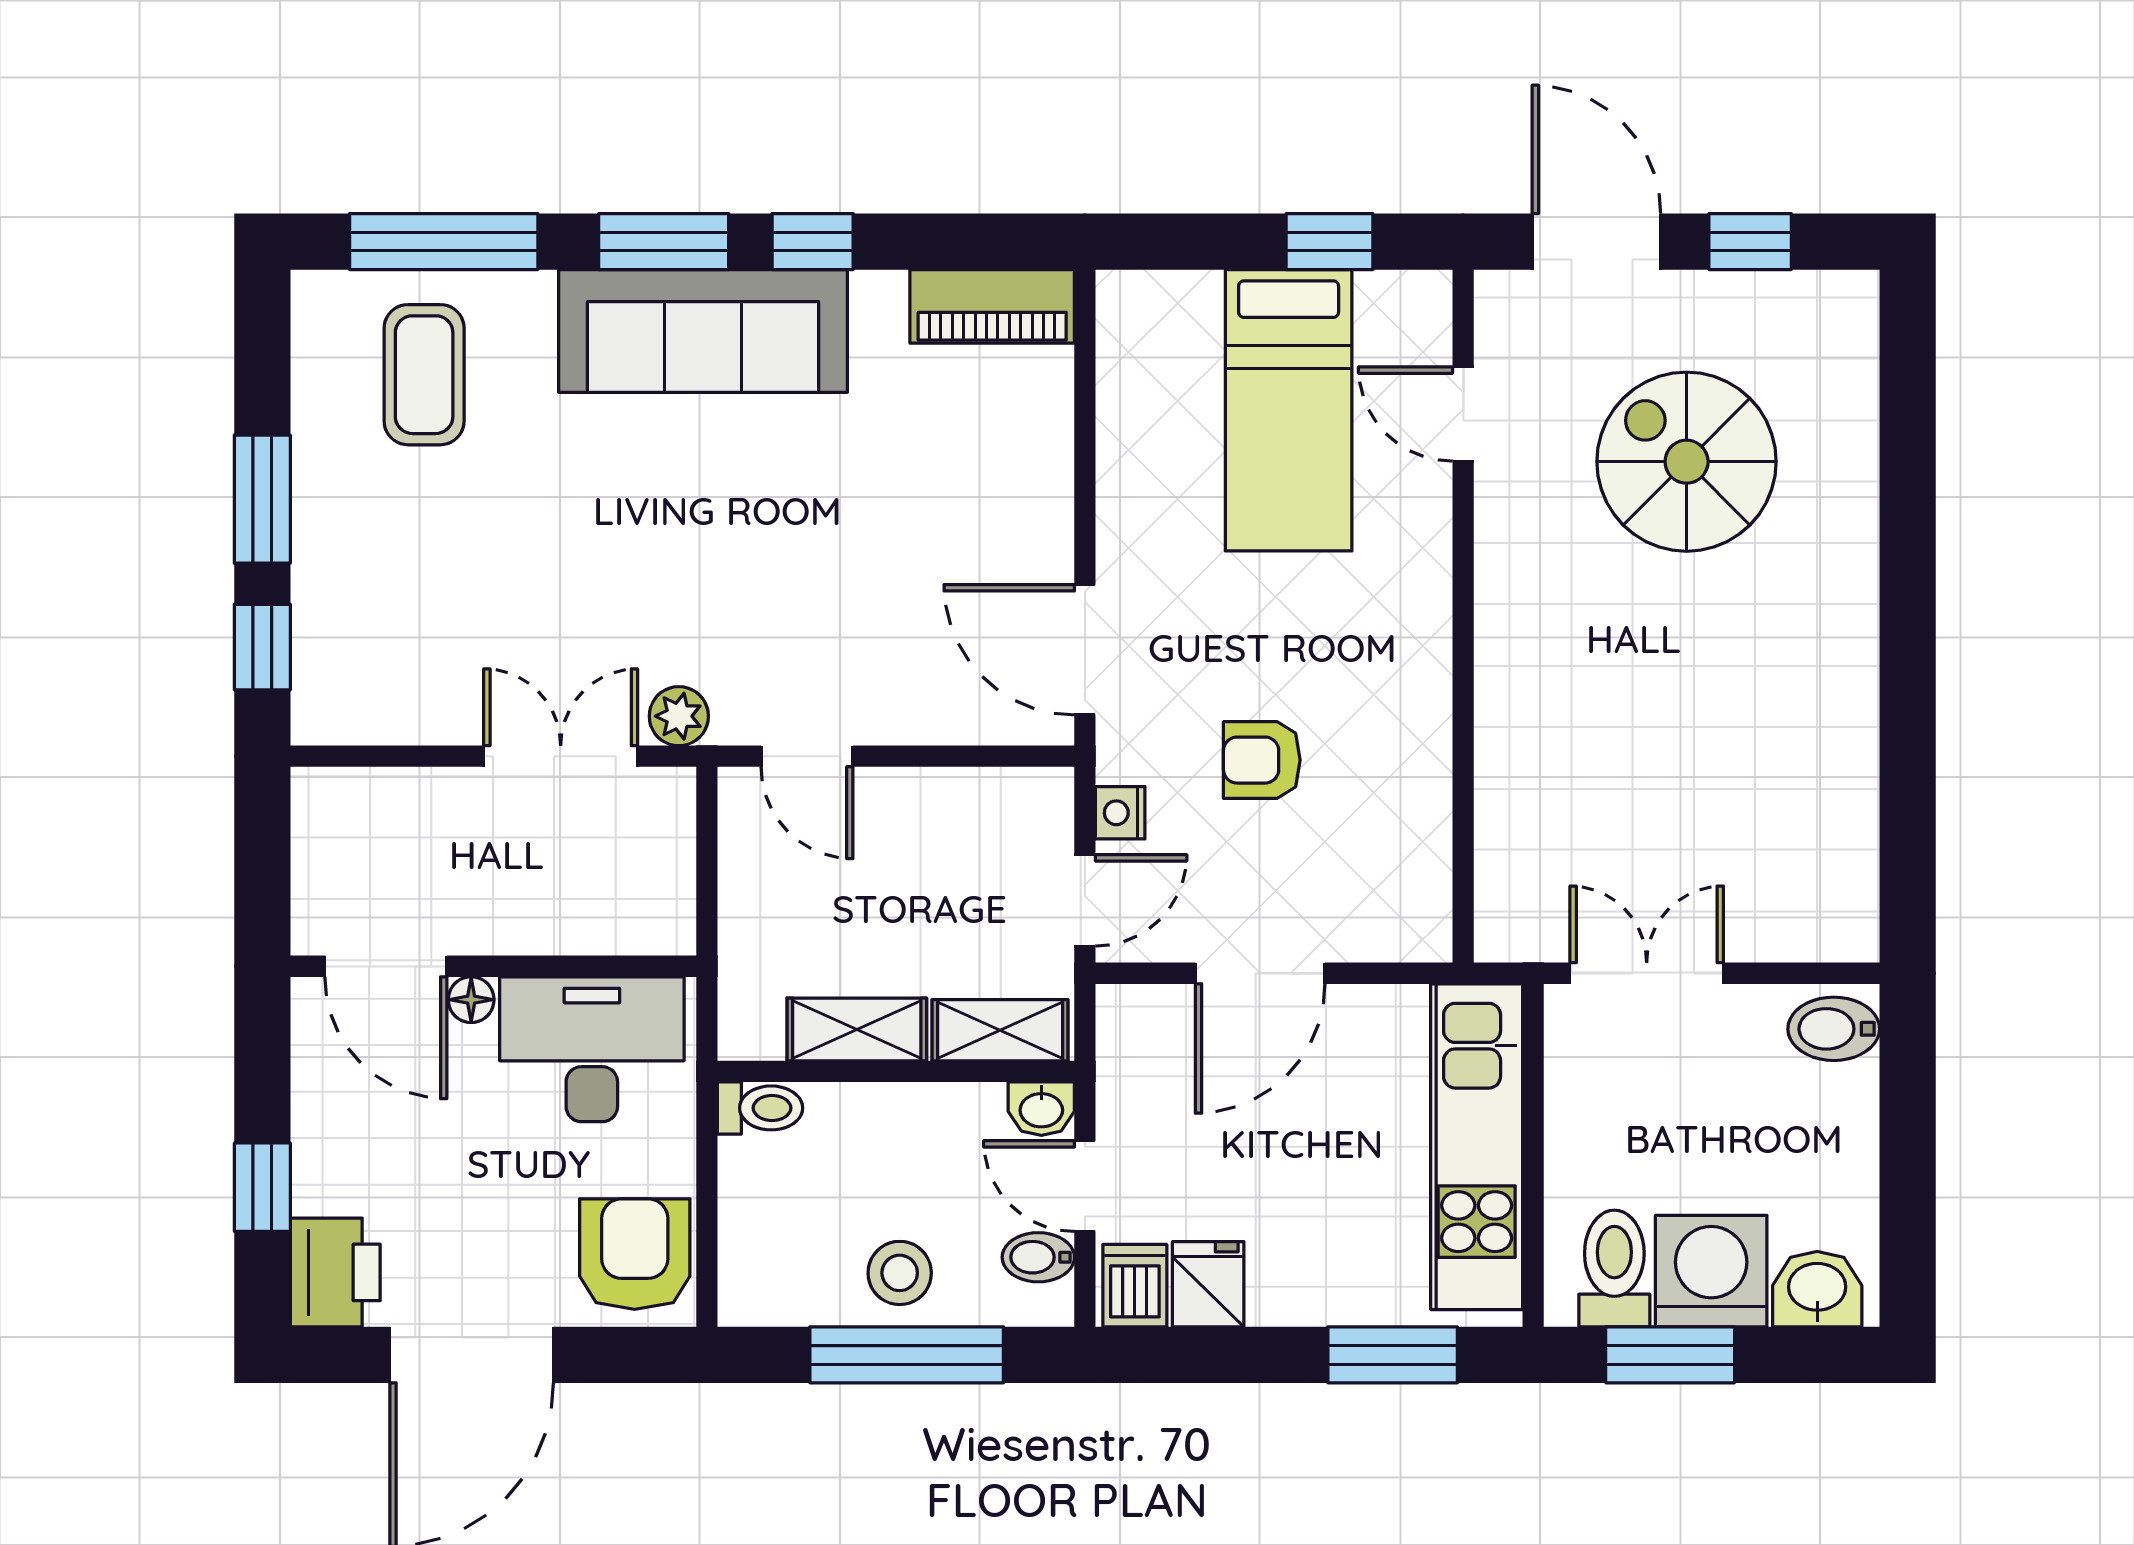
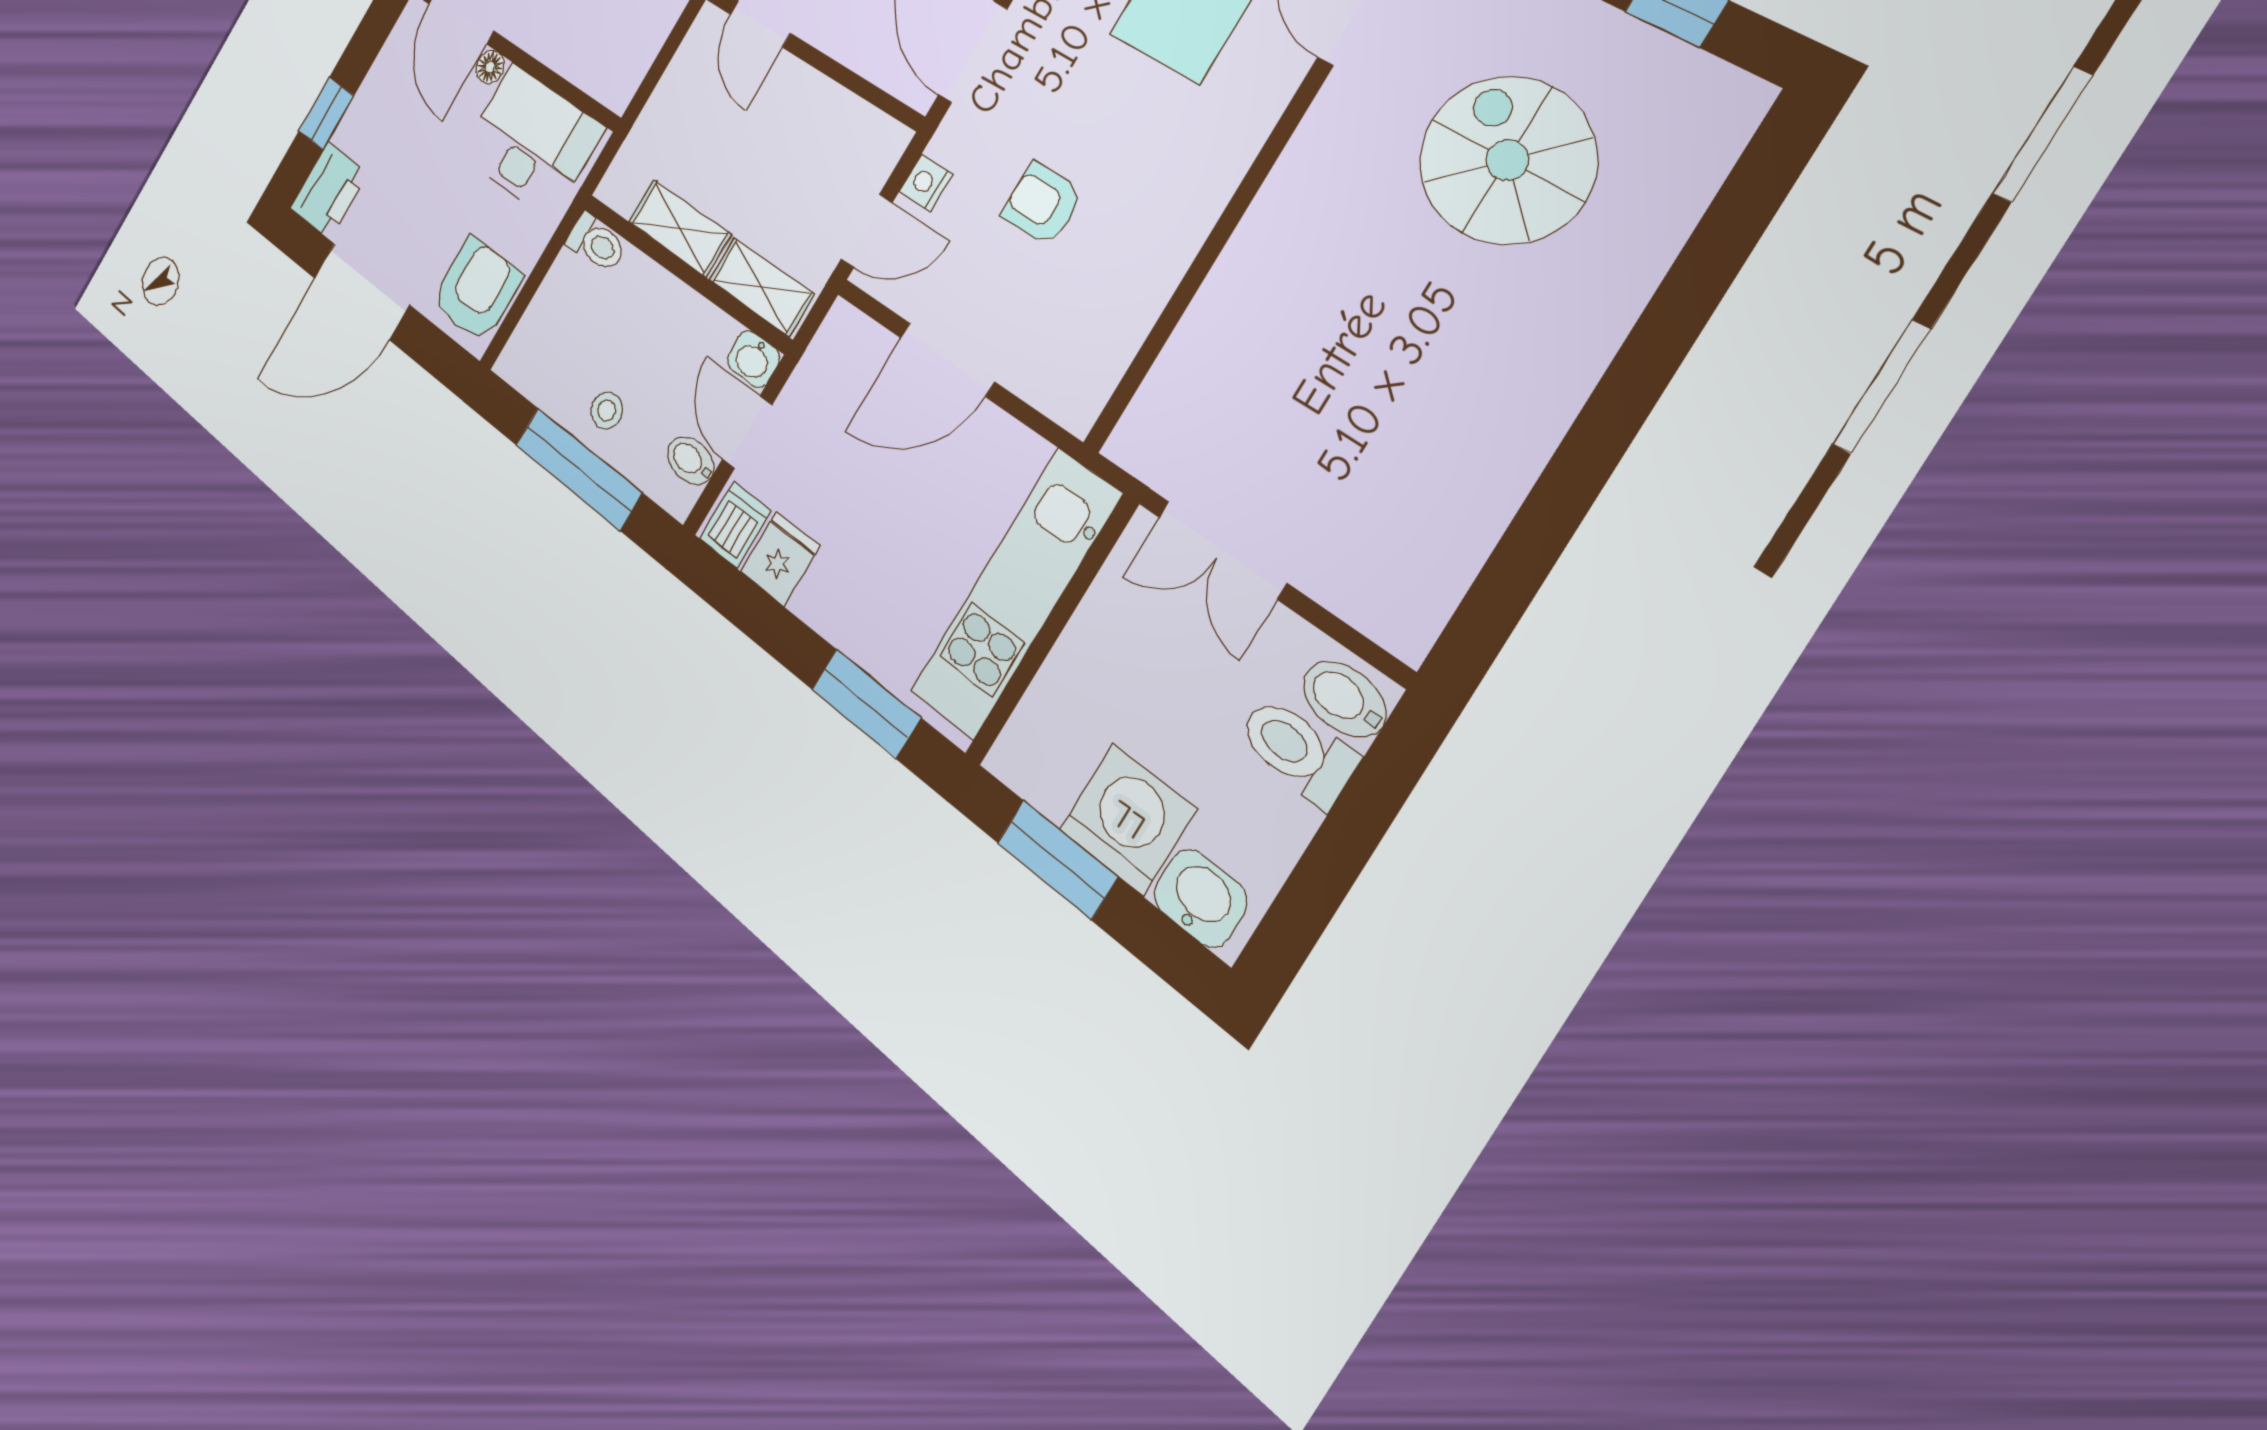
double door: (1647, 973) -> (1222, 550), swing flipped
toilet: (1614, 1268) -> (1297, 751), moved, turned -90
stool: (900, 1273) -> (607, 410), width x0.73, depth x0.73

